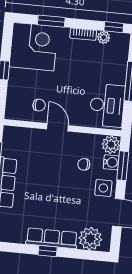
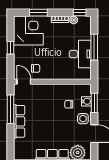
desk: (107, 105) -> (80, 54), moved
door: (58, 127) -> (24, 82), moved
plant: (111, 145) -> (85, 90), removed

